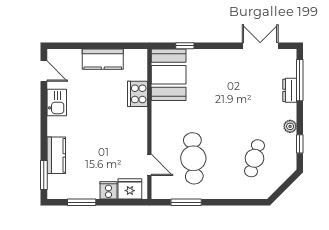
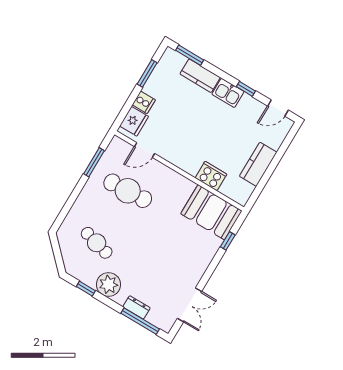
kitchen sink: (57, 103) -> (228, 93), moved
window: (44, 109) -> (246, 89), added
plant: (290, 126) -> (109, 285), width x1.87, depth x1.87

